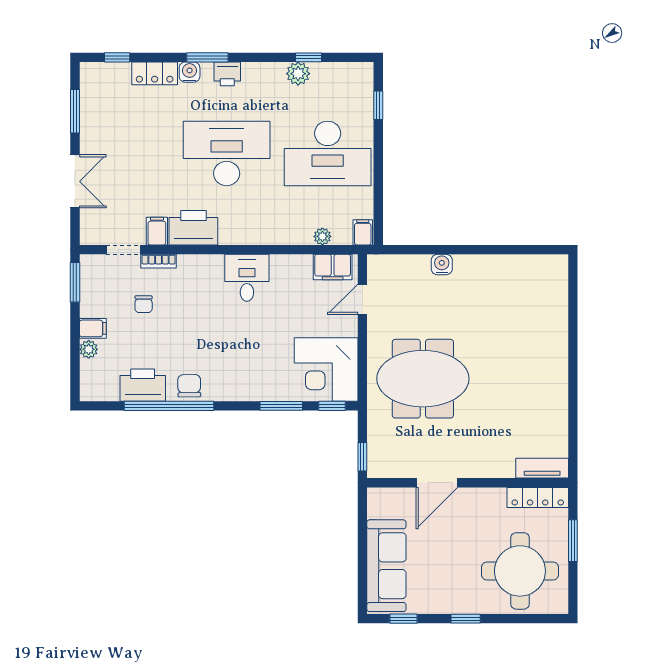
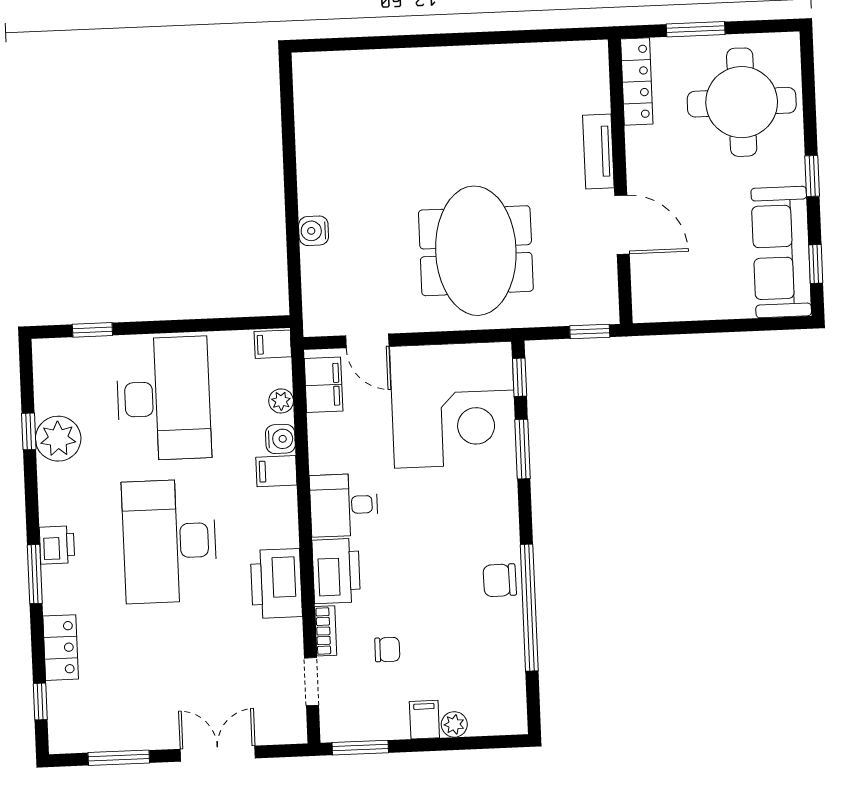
water cooler: (190, 72) -> (280, 439), moved, turned 180
plant: (298, 74) -> (58, 439), width x1.36, depth x1.36
filing cabinet: (157, 231) -> (276, 471), moved
corner desk: (326, 369) -> (453, 405), width x1.36, depth x1.36
printer: (143, 385) -> (336, 571), moved, turned 180
tv unit: (542, 468) -> (598, 151), moved
sofa: (386, 566) -> (781, 252), moved, turned -90

